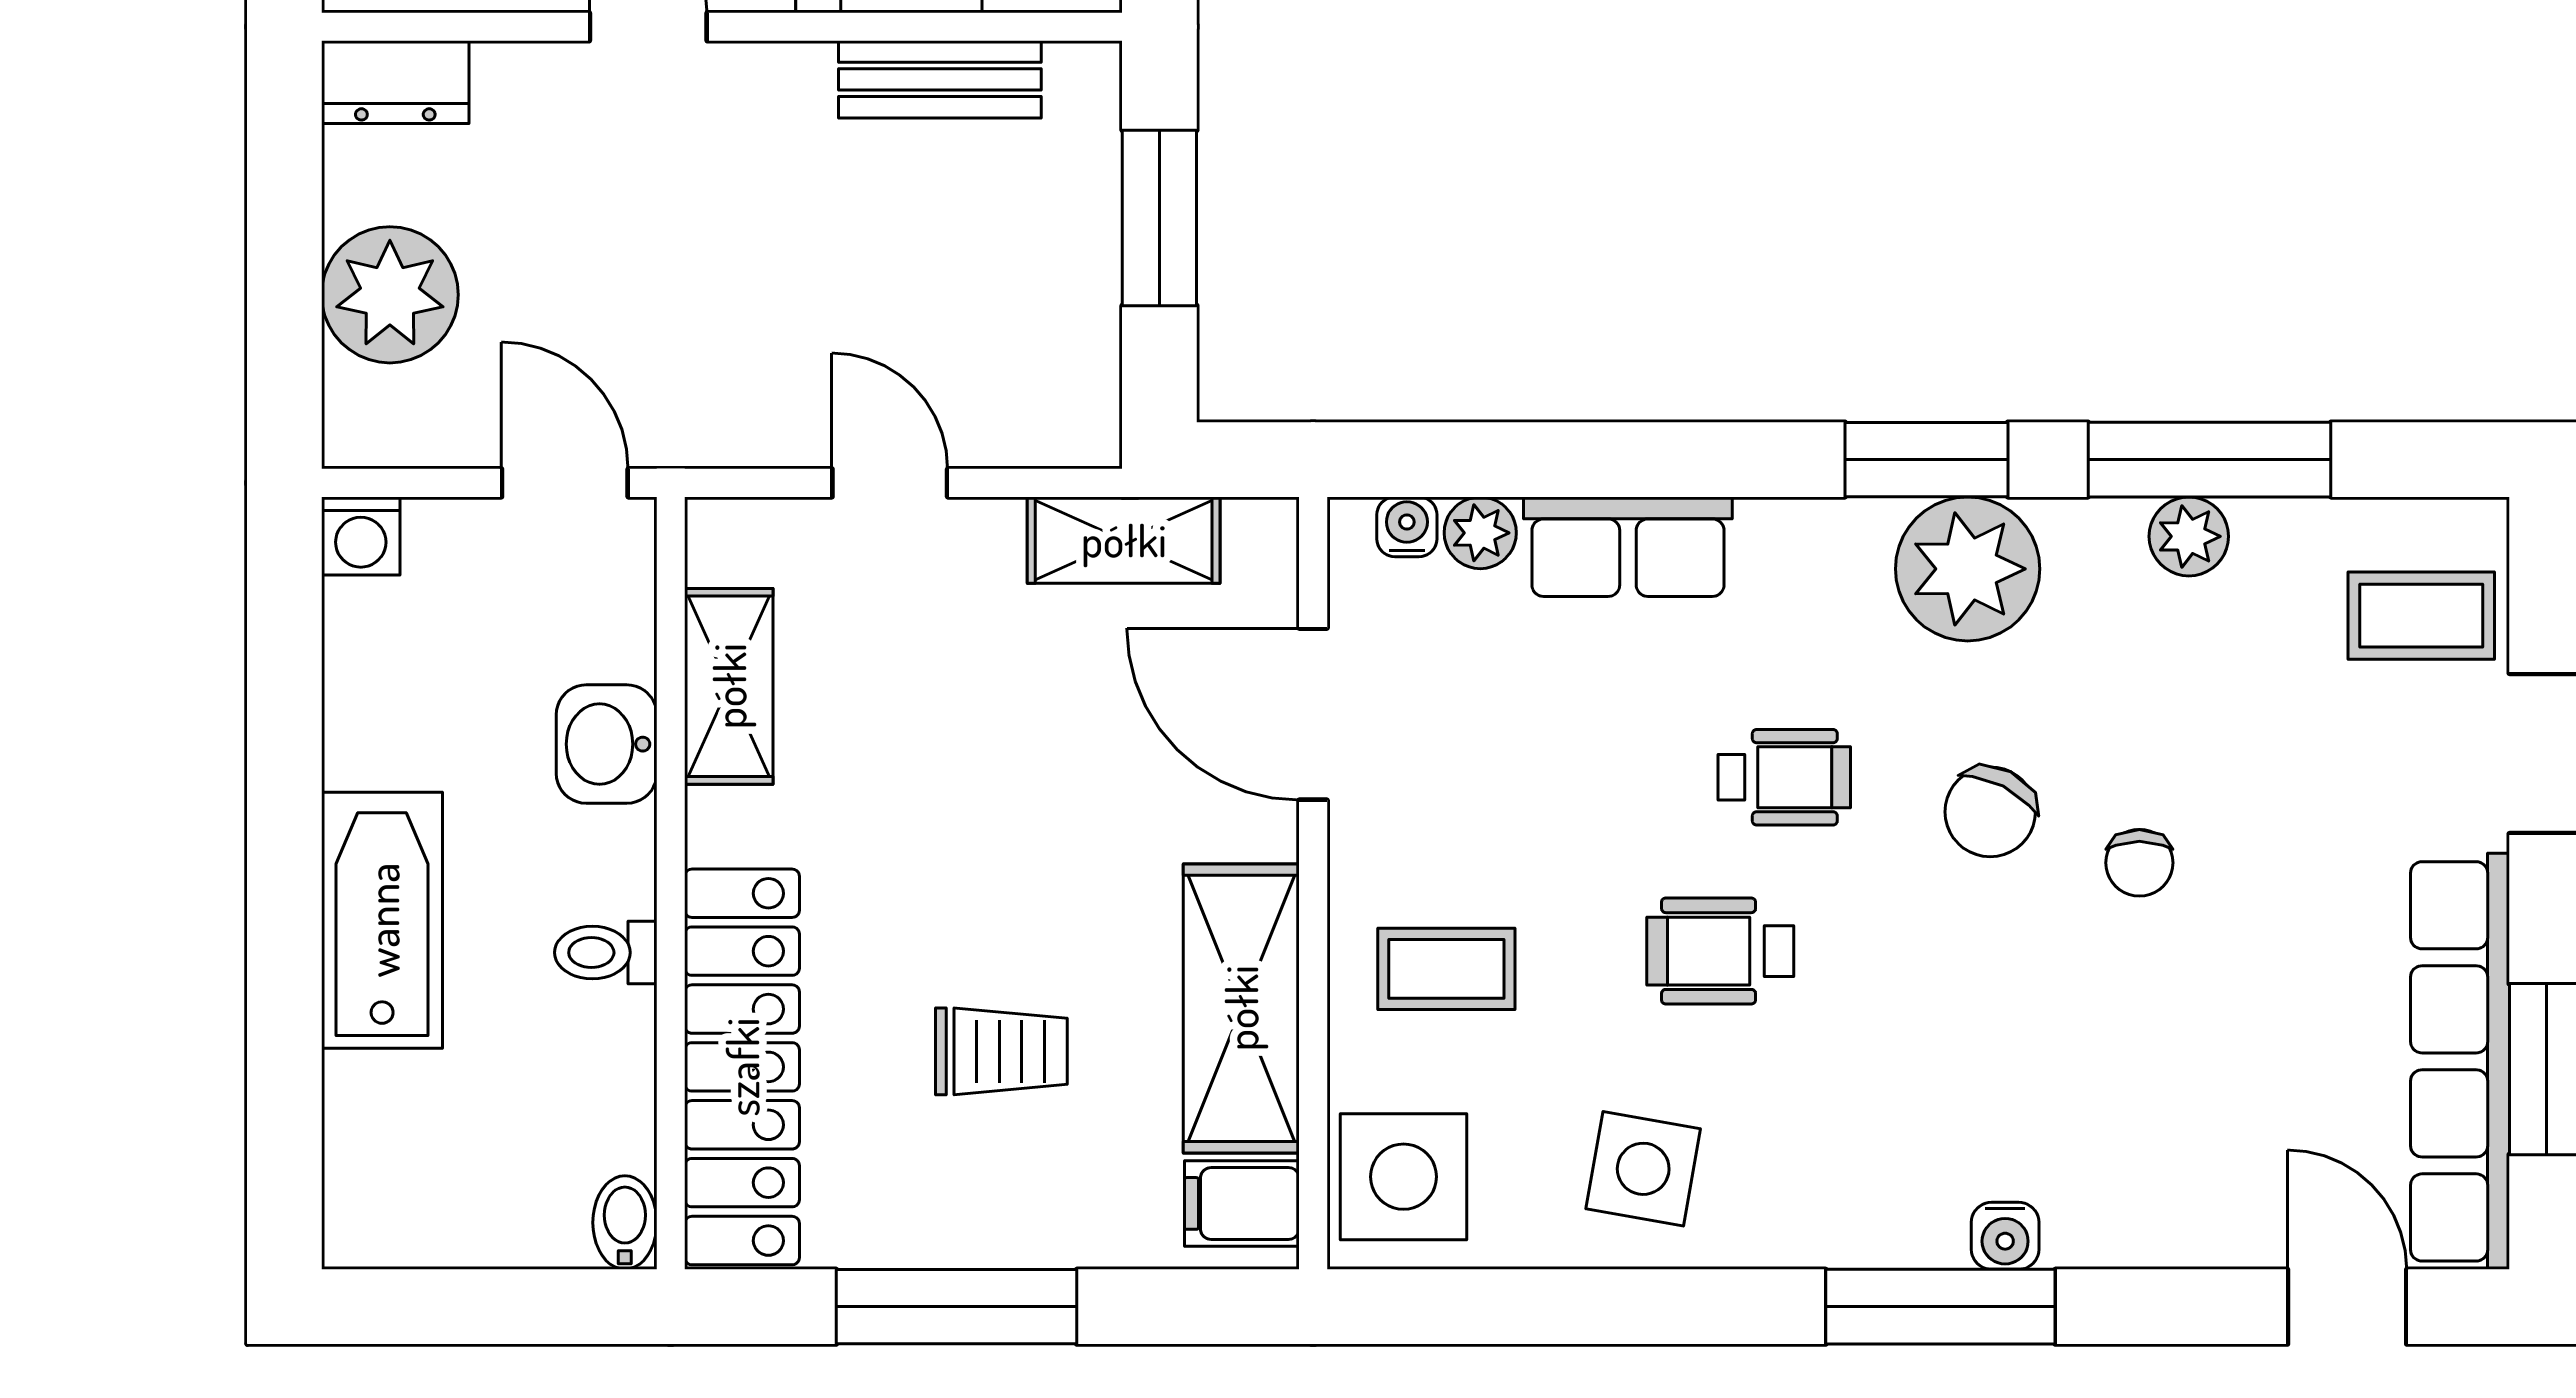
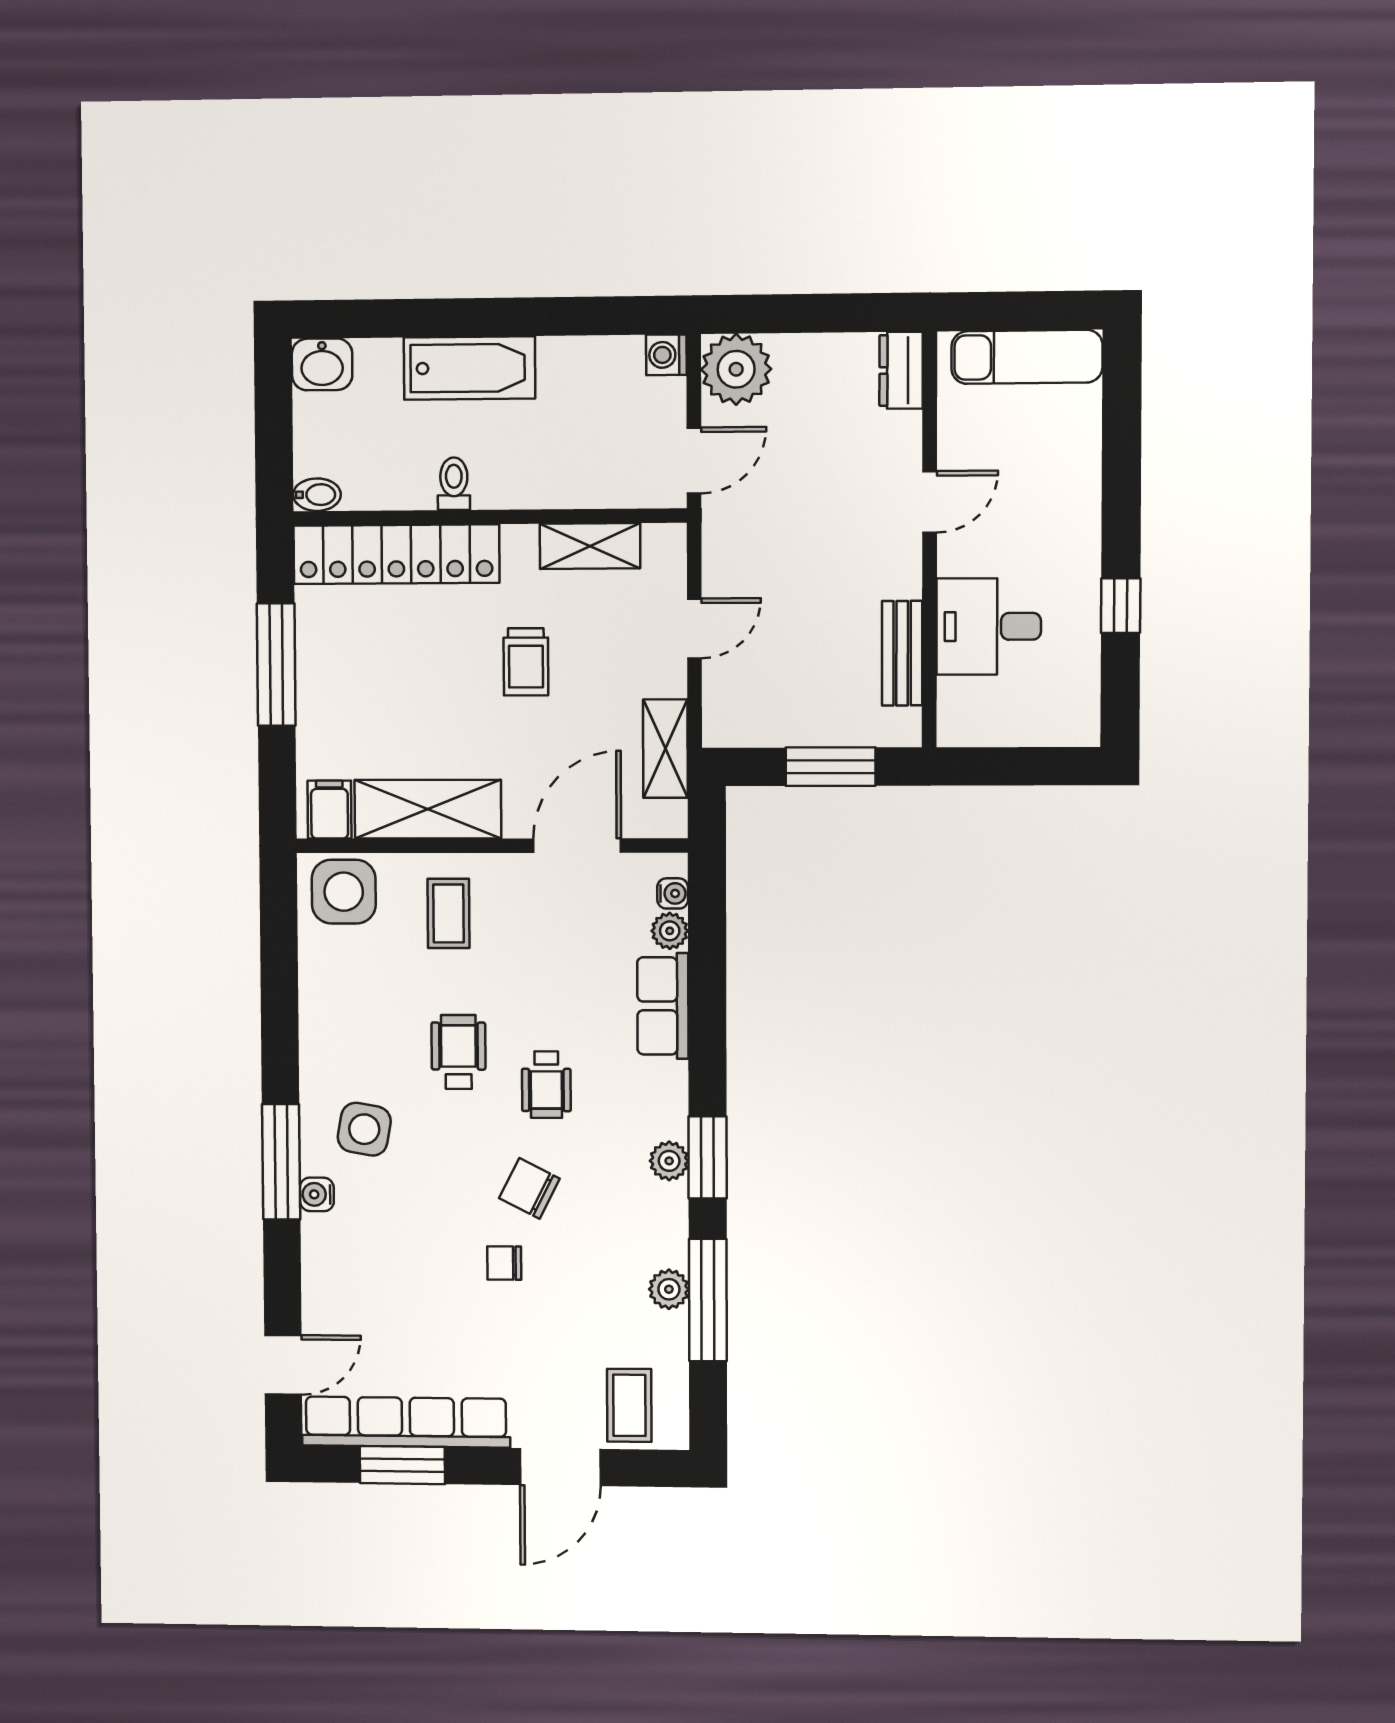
plant: (390, 295) -> (736, 369), moved
plant: (1968, 569) -> (669, 1161), width x0.53, depth x0.53
washbasin: (607, 744) -> (322, 364), moved, turned 180
trolley: (1001, 1051) -> (526, 662), moved
side table: (1643, 1169) -> (364, 1129), moved

